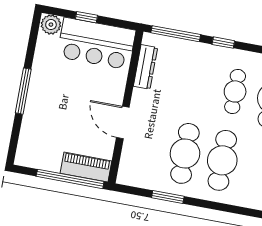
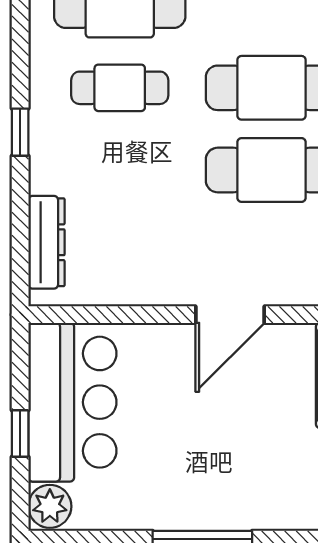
window: (176, 34) -> (20, 237), removed
dresser: (145, 67) -> (46, 242), moved, turned 90

